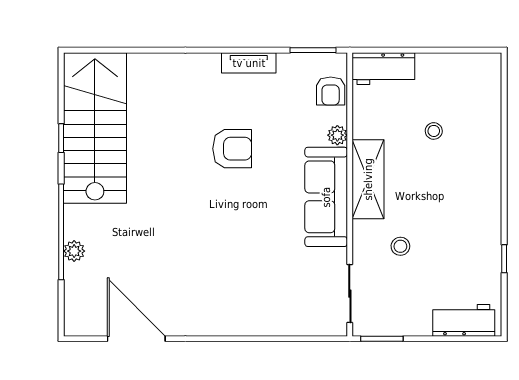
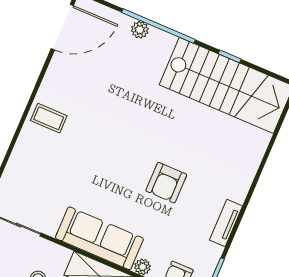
coffee table: (216, 311) -> (49, 118), added
door: (136, 339) -> (62, 27), moved

